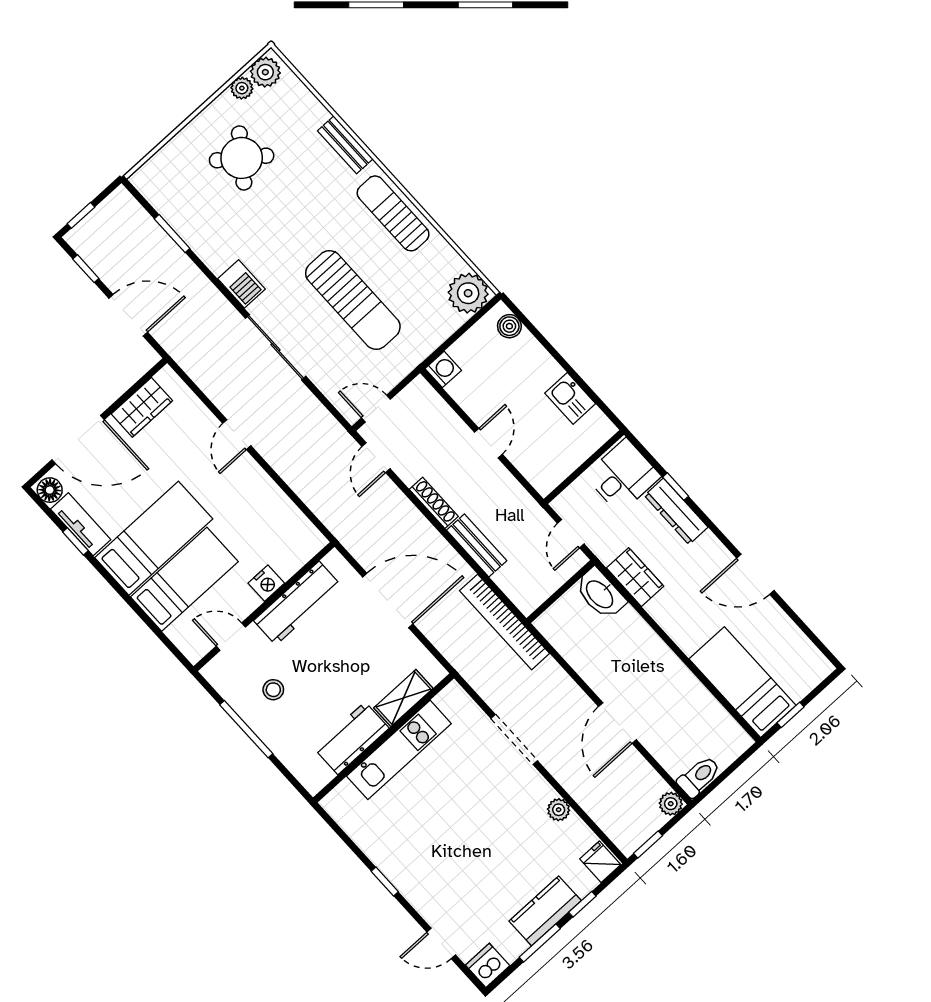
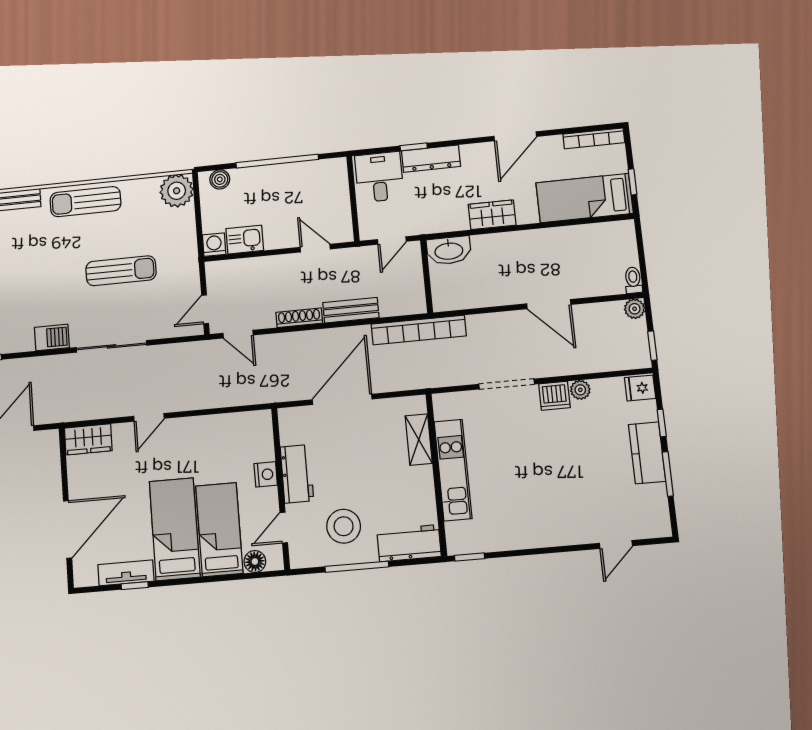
sun lounger: (353, 300) -> (121, 271), width x0.73, depth x0.75
window: (567, 367) -> (277, 161), added
kitchen sink: (570, 398) -> (245, 240), moved, turned 180
wardrobe: (142, 407) -> (88, 439), moved, turned 90
door: (237, 435) -> (149, 417), hinge flipped
door: (488, 443) -> (315, 248), moved
floor lamp: (50, 490) -> (255, 562), moved
door: (571, 534) -> (392, 240), hinge flipped
wardrobe: (635, 577) -> (492, 215), moved
workbench: (297, 603) -> (297, 474), width x0.73
bookcase: (807, 649) -> (594, 138), added
stool: (273, 690) -> (344, 526), width x1.89, depth x1.89
workbench: (352, 738) -> (409, 543), moved, turned 90
toilet: (699, 777) -> (633, 280), width x0.73, depth x0.72
window: (385, 881) -> (470, 557), moved
dishwasher: (488, 965) -> (554, 396), moved, turned -90

